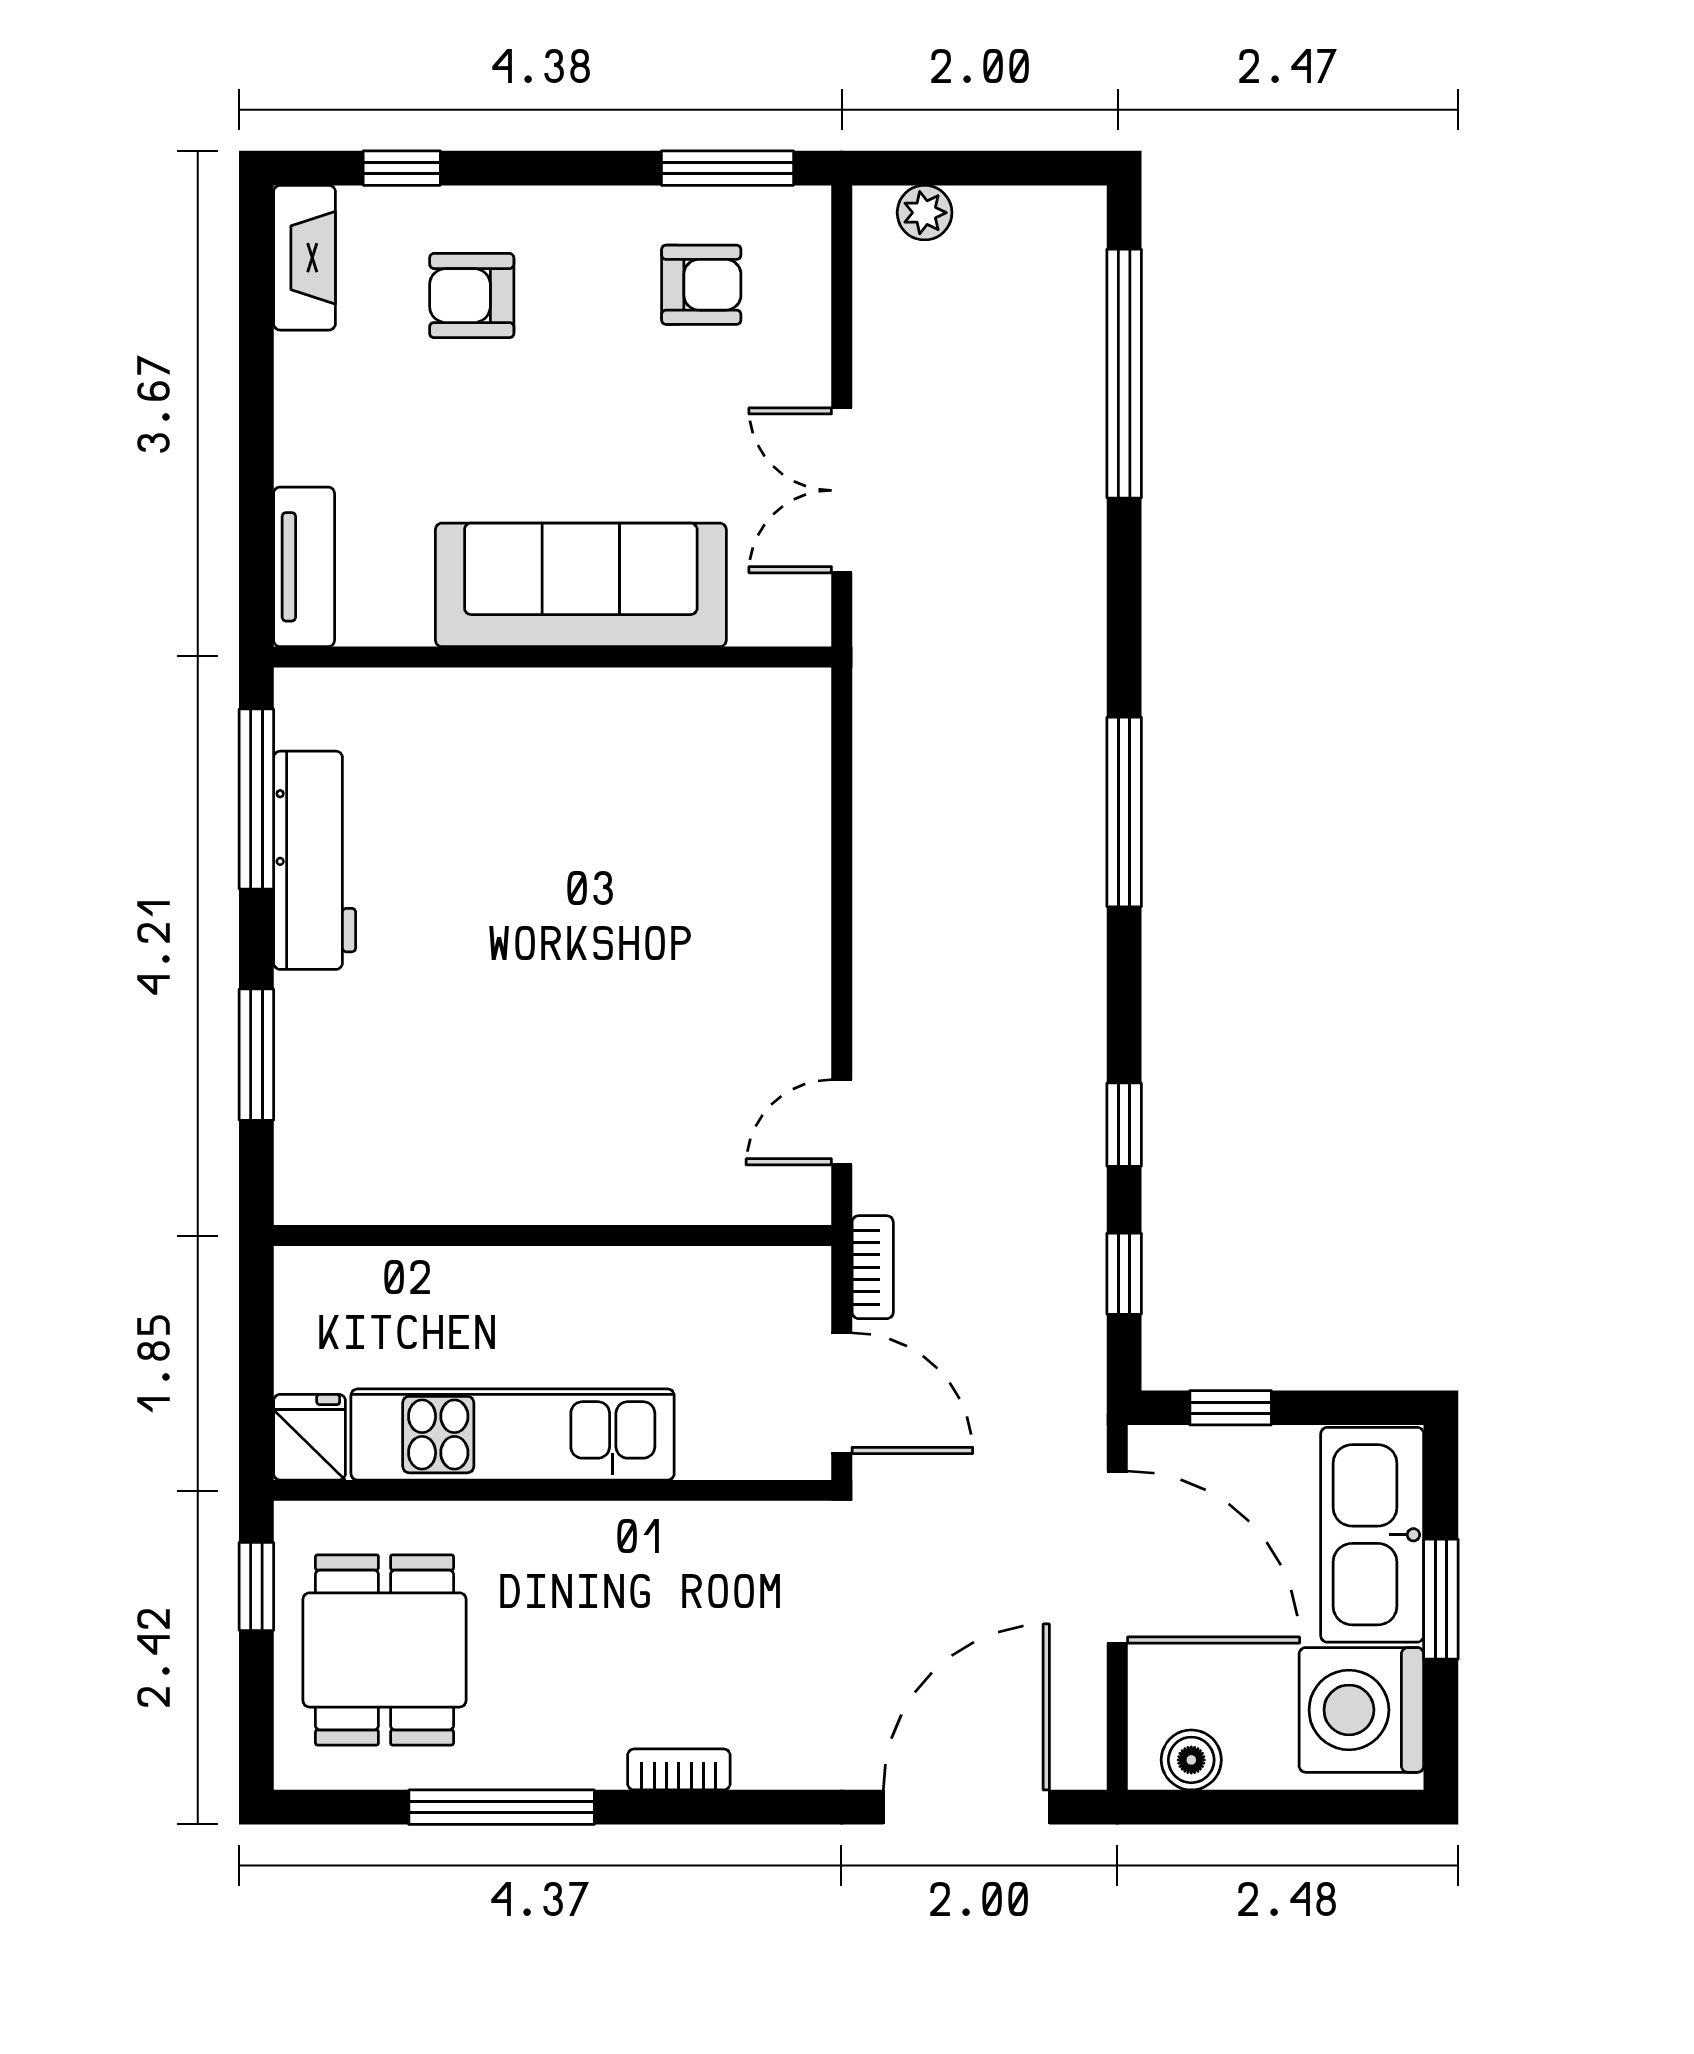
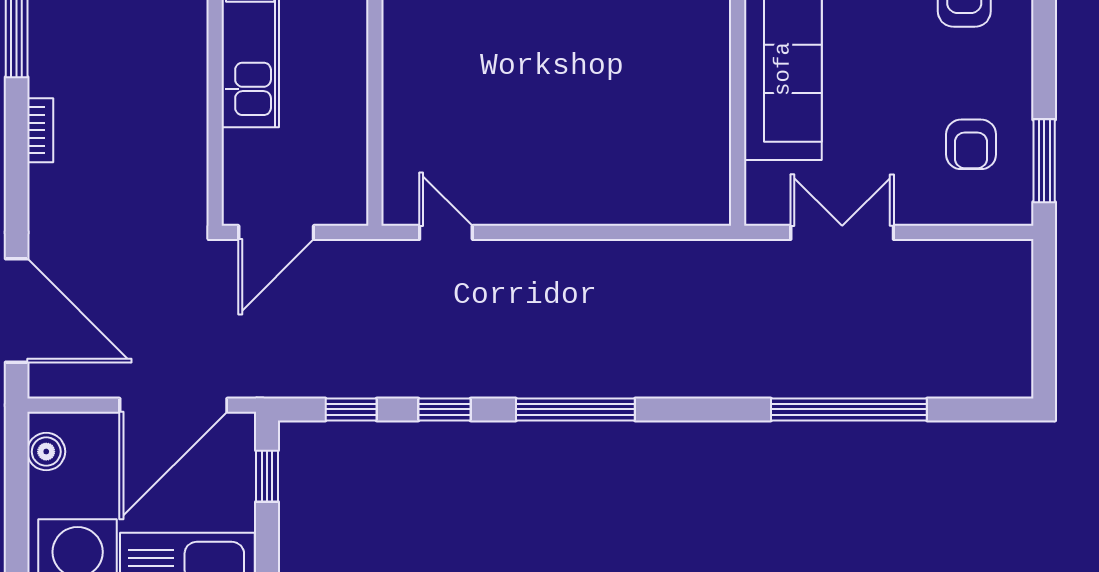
plant: (925, 213) -> (1016, 284), removed
window: (1124, 374) -> (849, 409), moved
window: (1124, 812) -> (575, 409), moved
bookcase: (873, 1267) -> (355, 252), removed

